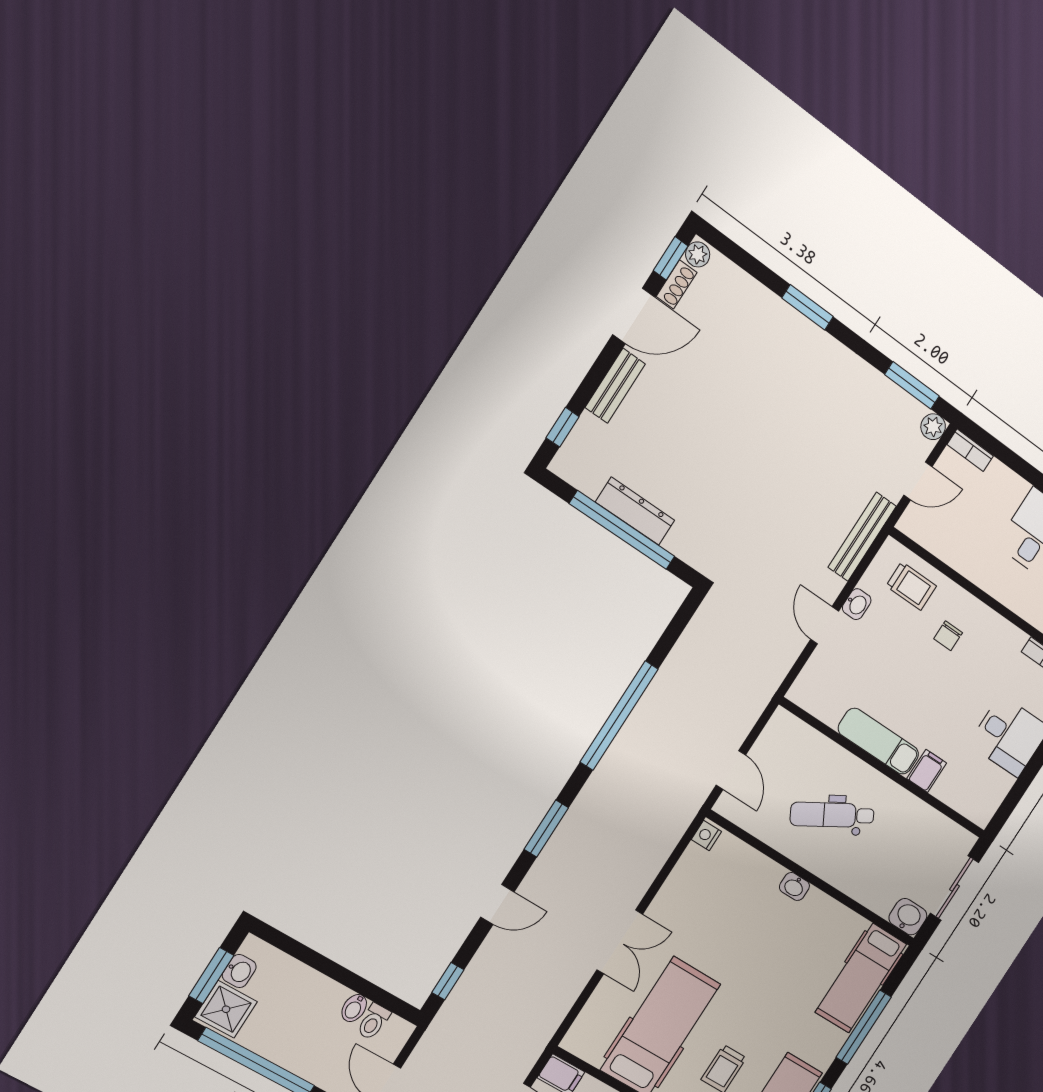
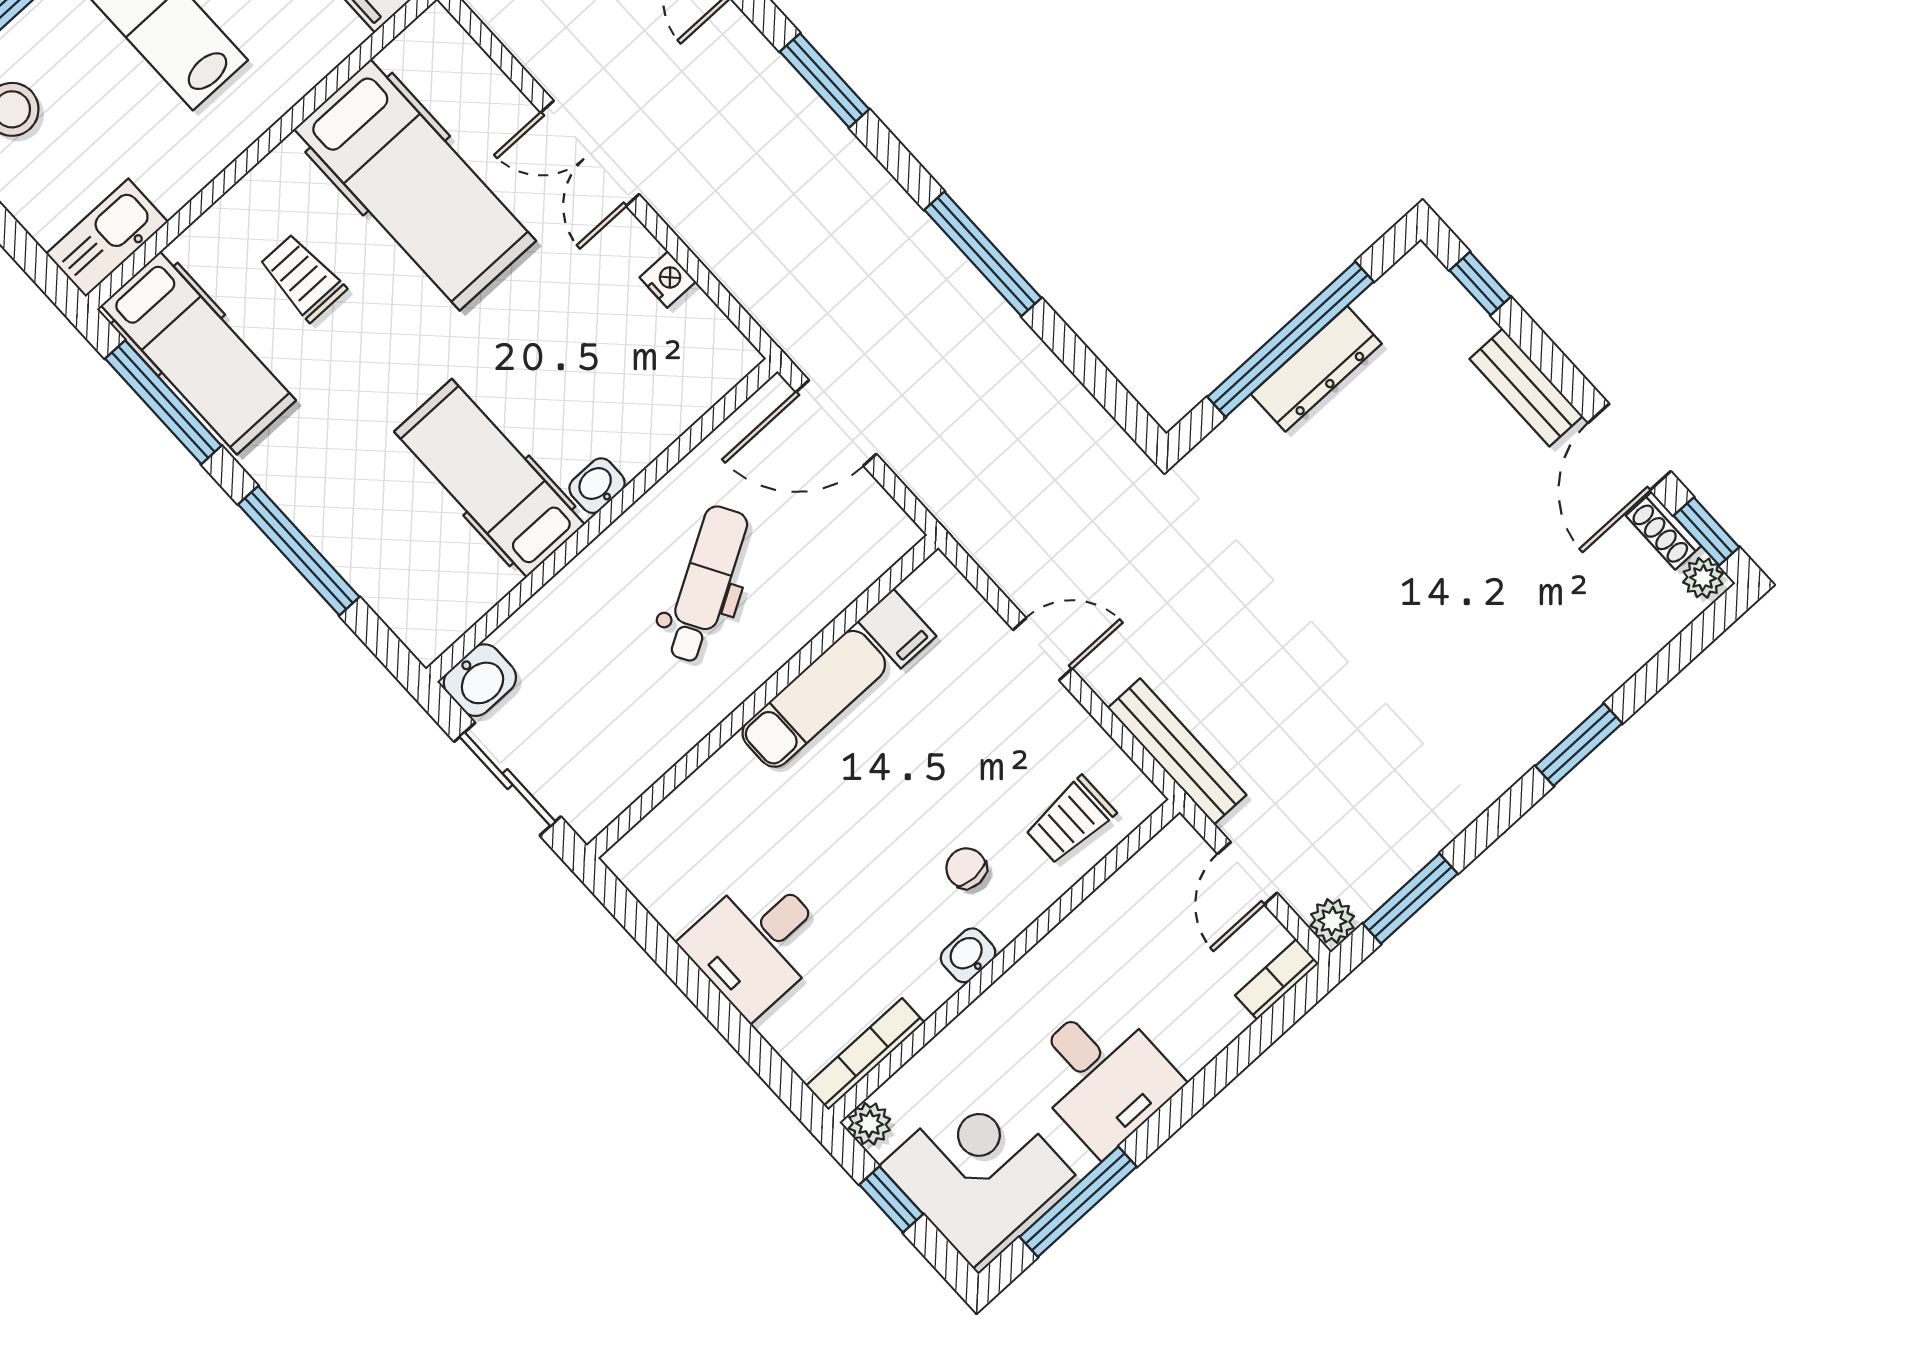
washbasin: (857, 604) -> (968, 955), moved, turned 90
window: (619, 716) -> (983, 254), width x0.68
door: (731, 770) -> (836, 423), width x1.38
filing cabinet: (927, 771) -> (897, 629), moved
nightstand: (706, 835) -> (668, 280), moved
hospital bed: (861, 978) -> (489, 478), moved

